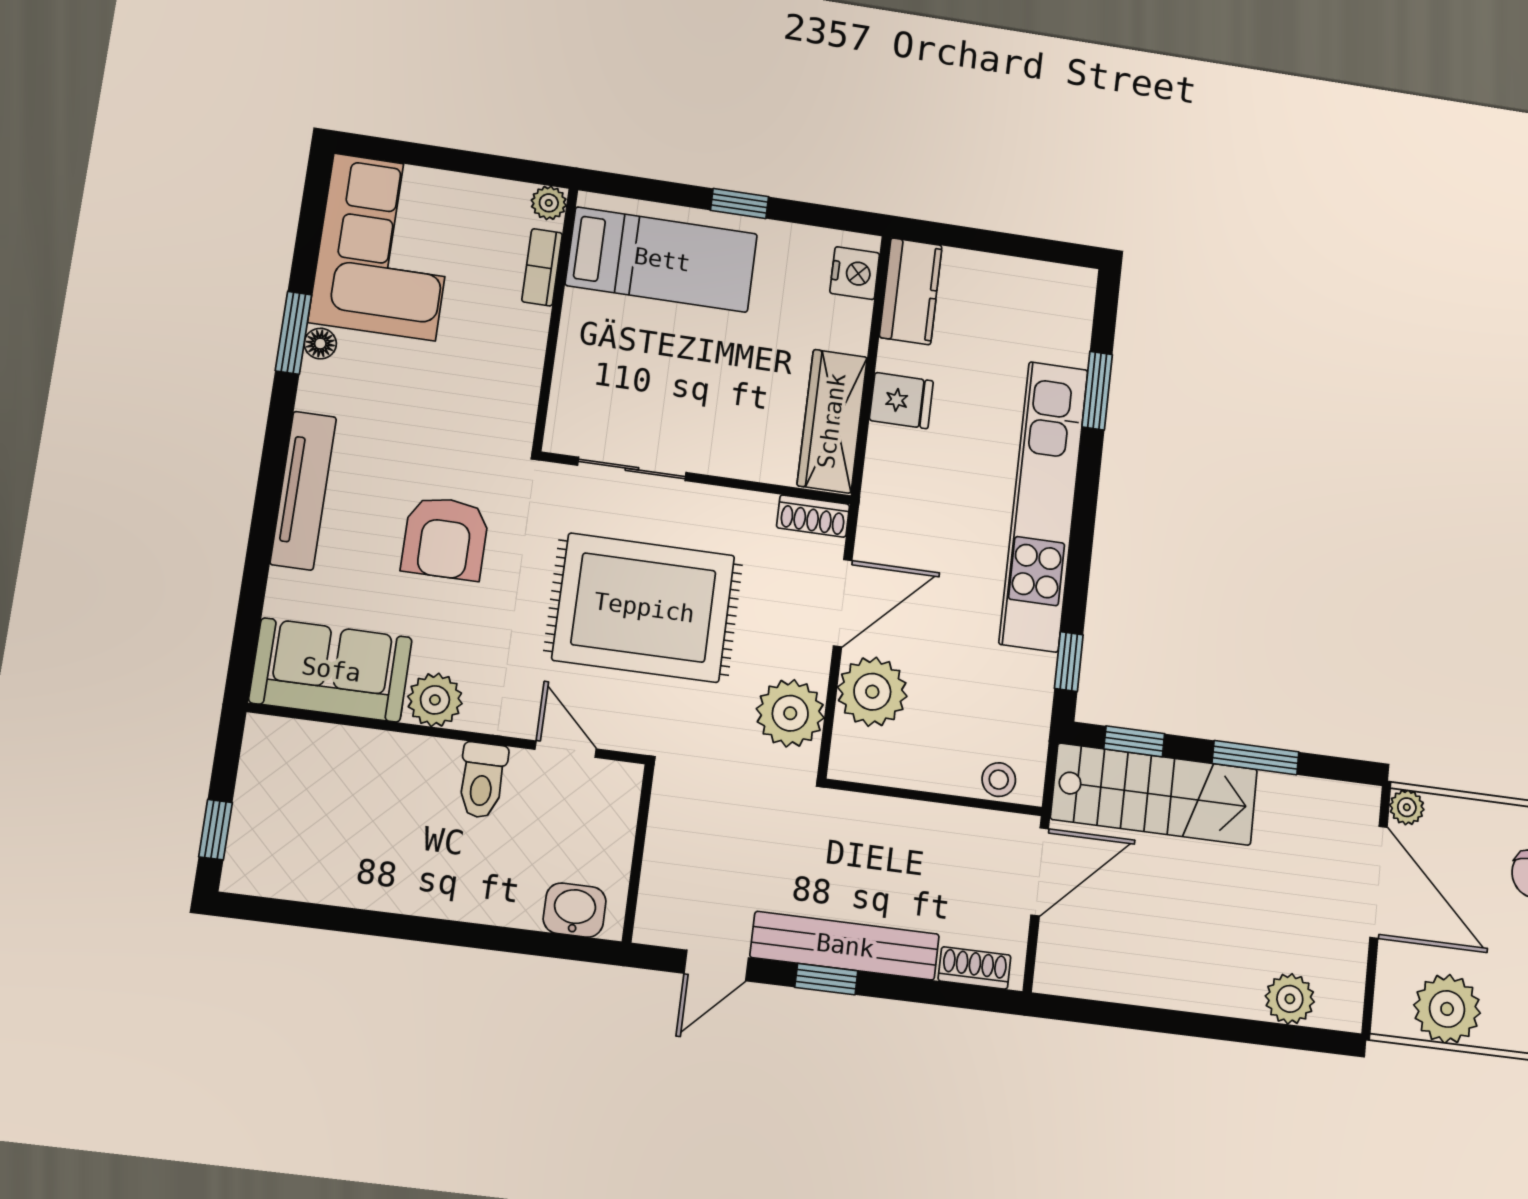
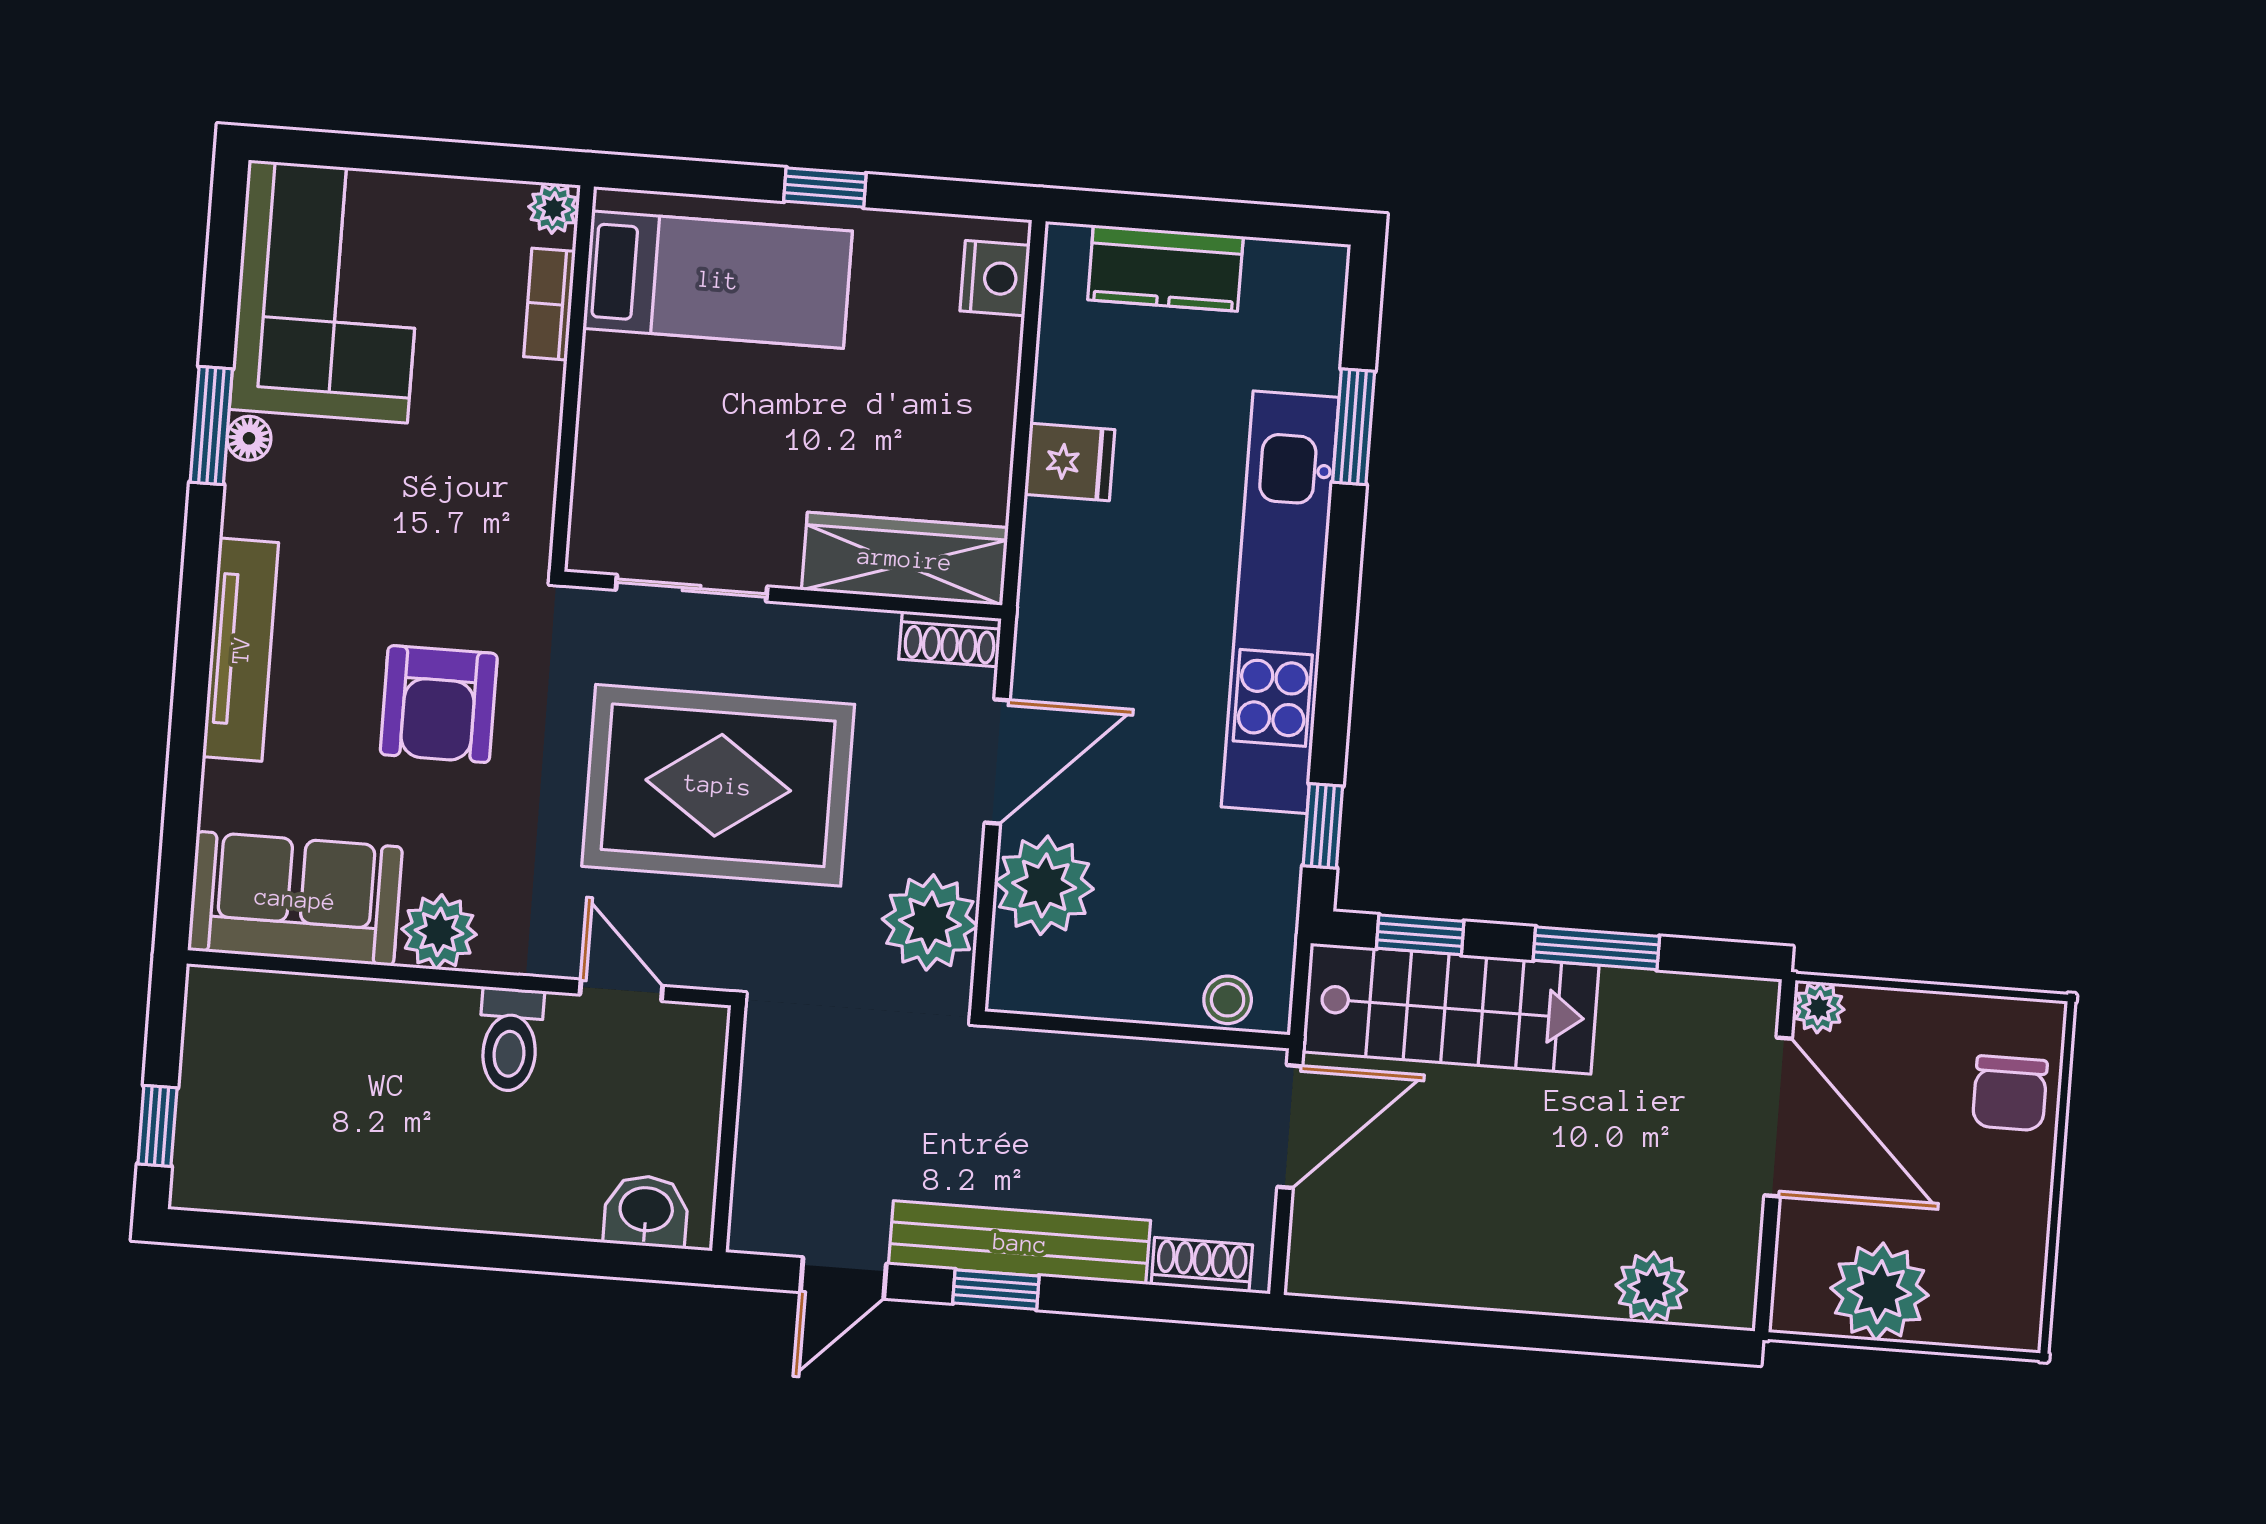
kitchen counter: (911, 291) -> (1165, 268), moved, turned 90
wardrobe: (832, 421) -> (905, 559), moved, turned 90

